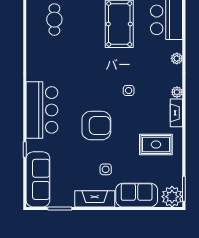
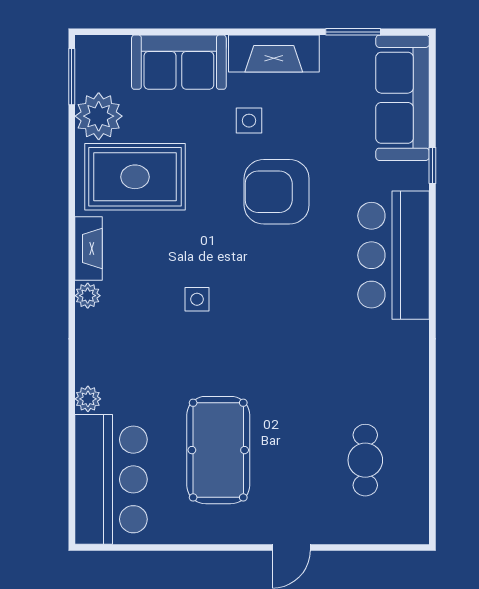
plant: (177, 58) -> (88, 399), moved
armchair: (96, 126) -> (277, 192), moved
rug: (156, 145) -> (135, 177), width x1.36, depth x1.43
plant: (172, 197) -> (99, 116), moved

